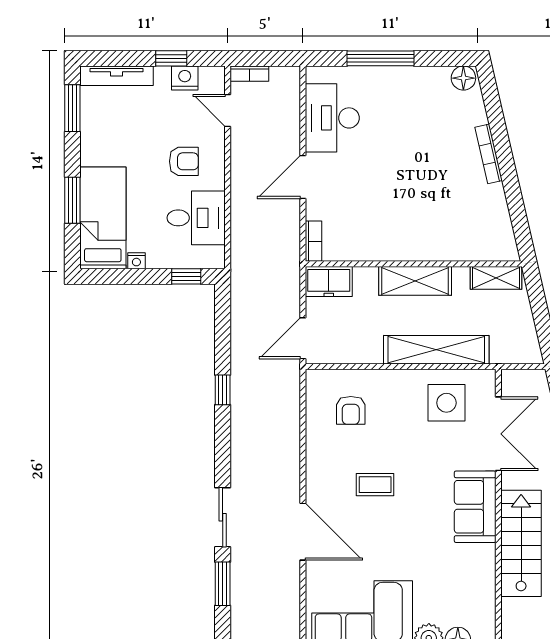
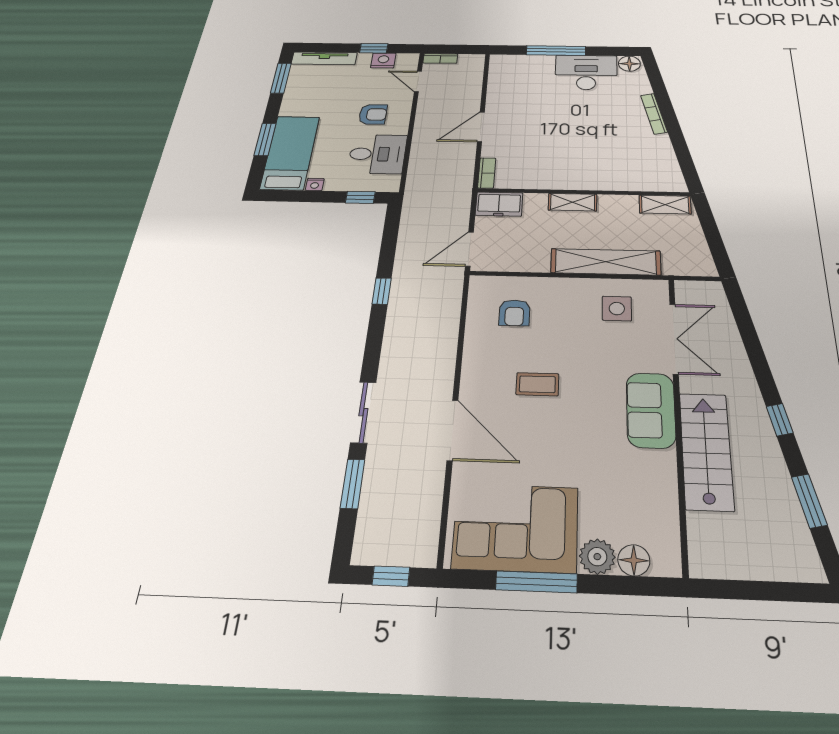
desk: (332, 118) -> (586, 72), moved, turned 90
shelving: (415, 281) -> (573, 202), width x0.67, depth x0.75
side table: (446, 403) -> (617, 309), width x0.73, depth x0.73

